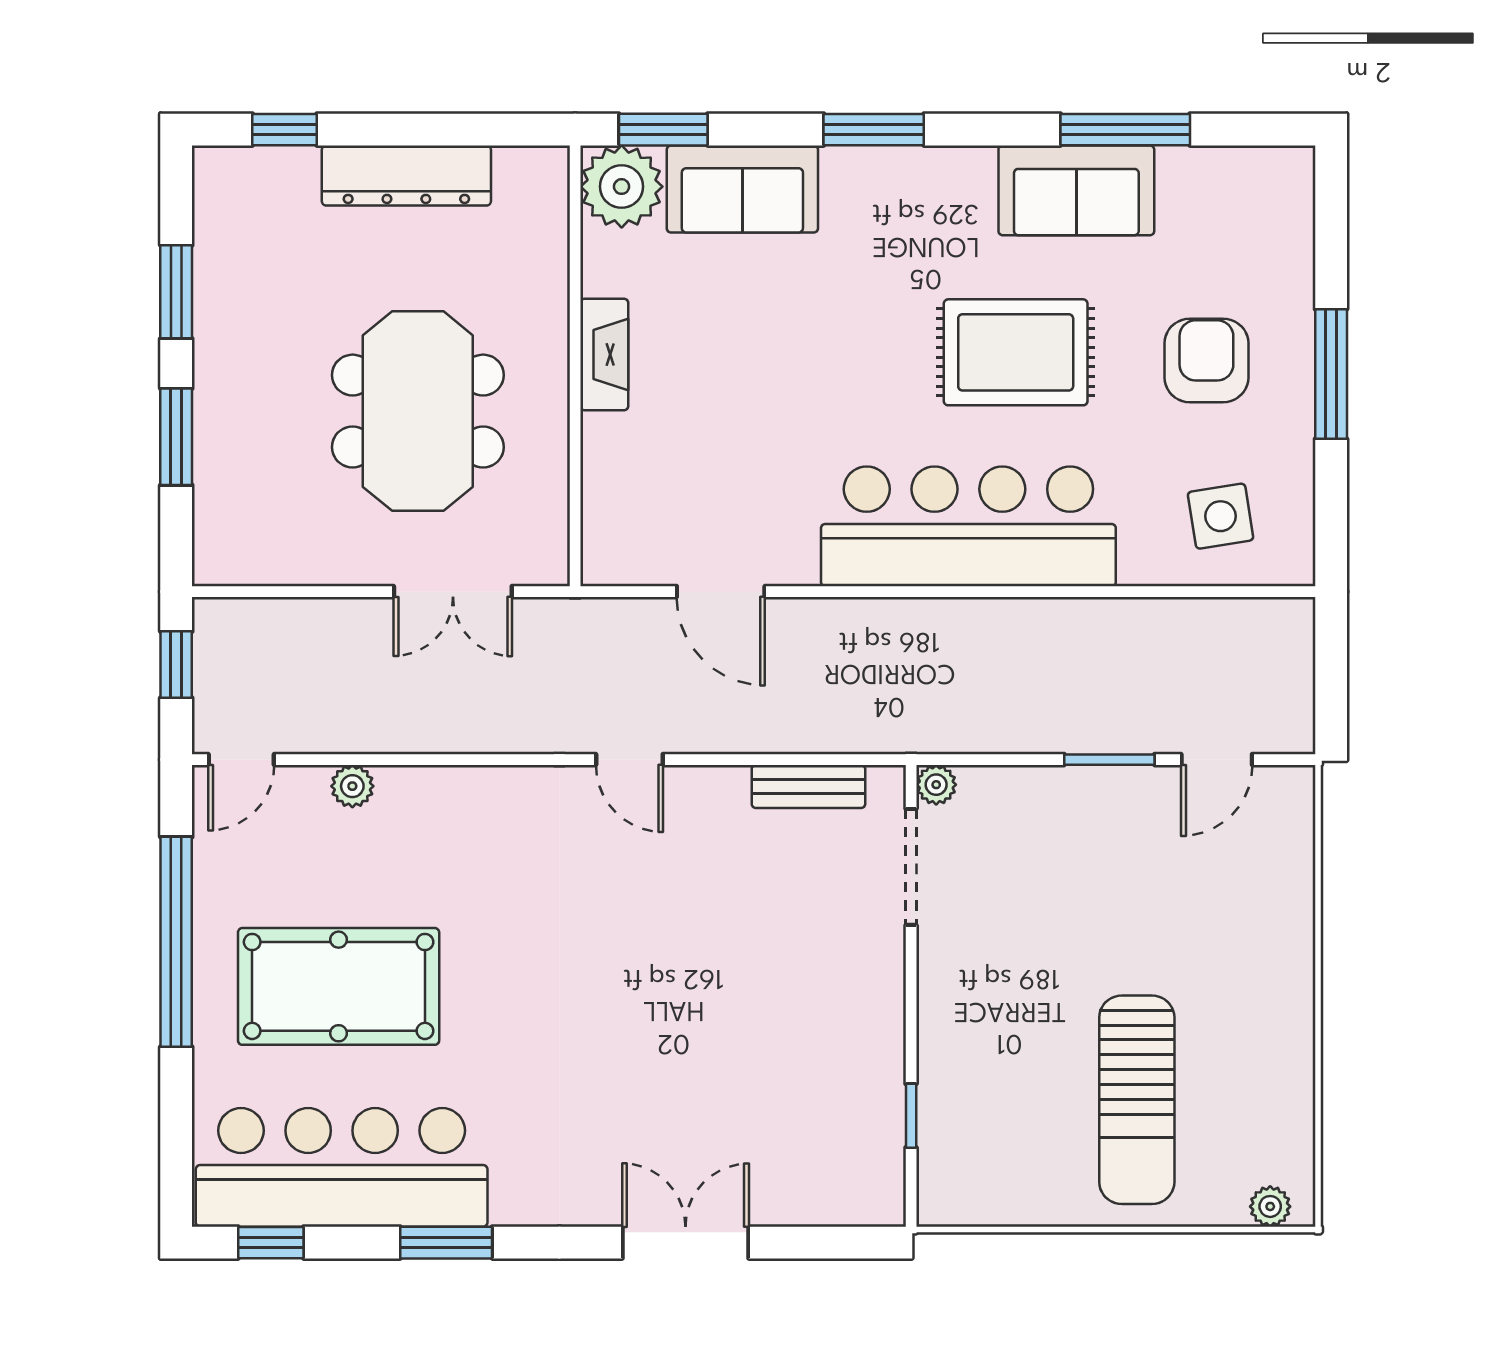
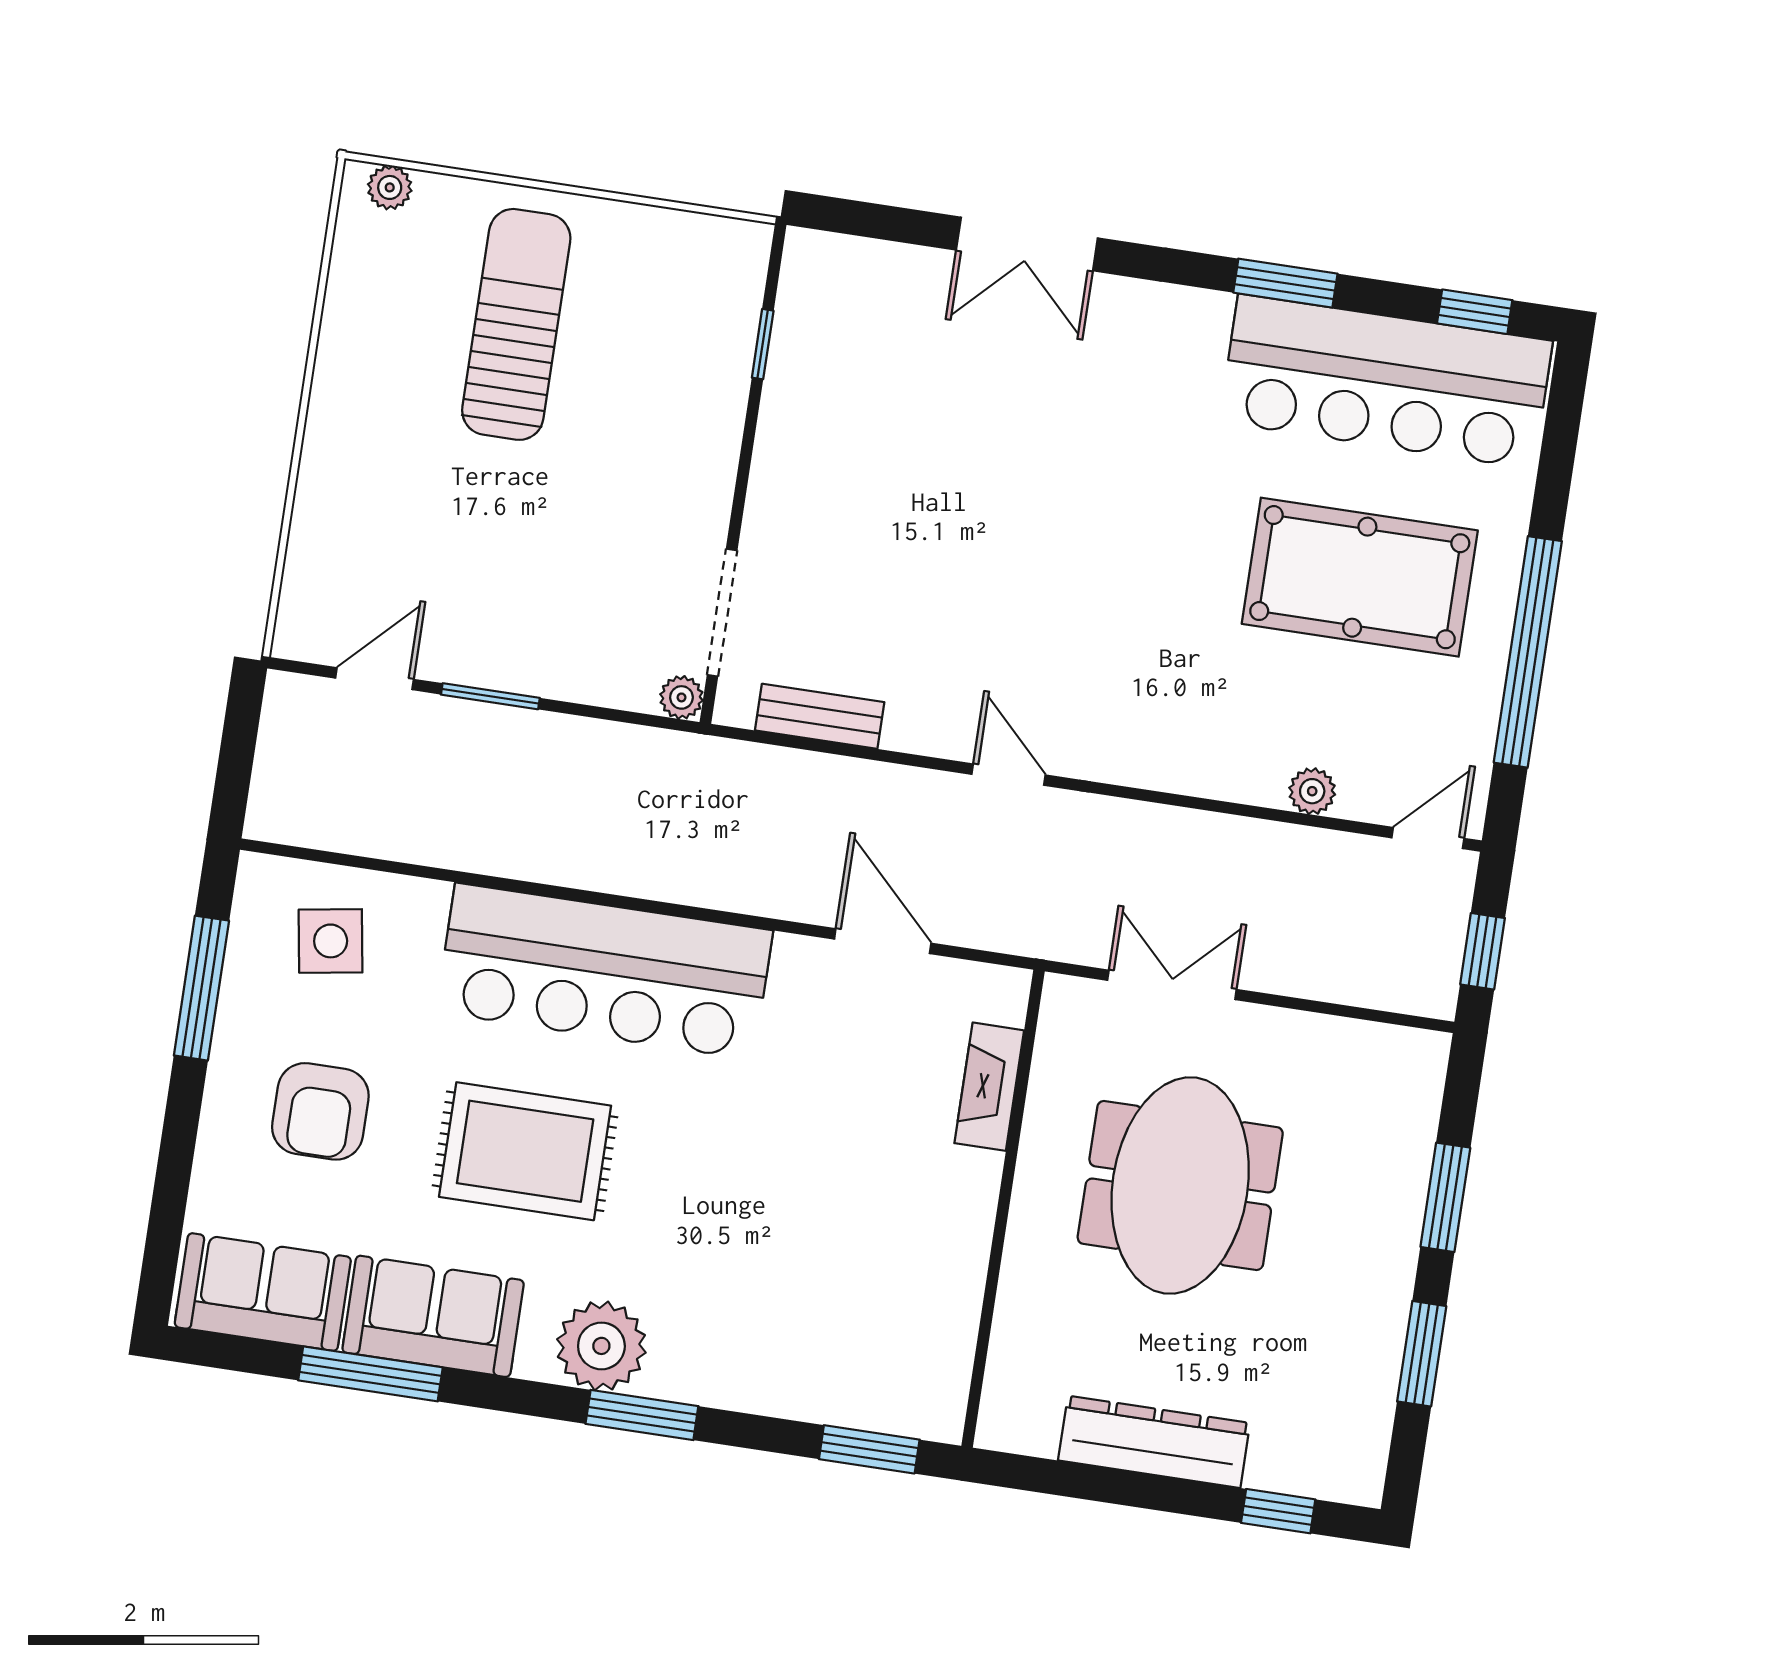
plant: (622, 187) -> (601, 1346), moved
sofa: (742, 189) -> (263, 1292), moved
fireplace: (604, 354) -> (989, 1087), moved
window: (1331, 374) -> (201, 988), moved

